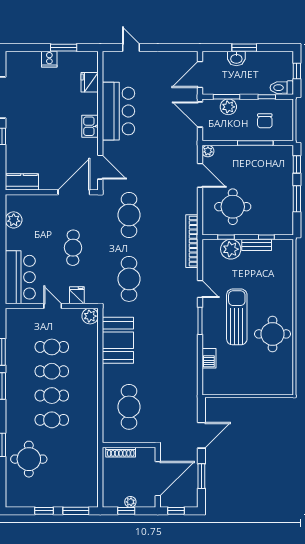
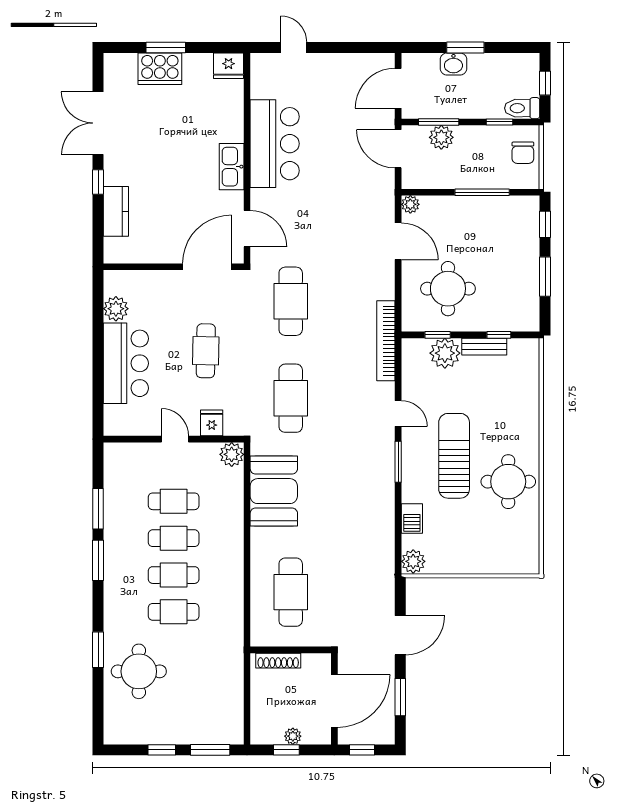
window: (64, 48) -> (166, 47), moved
cooker: (49, 59) -> (160, 69), width x1.87, depth x1.31
fridge: (90, 82) -> (229, 66), moved, turned -90
chair: (265, 121) -> (523, 153), moved
kitchen sink: (90, 126) -> (232, 167), width x1.38
kitchen counter: (22, 182) -> (116, 211), moved, turned 90
bar counter: (20, 277) -> (126, 363), moved
plant: (210, 387) -> (413, 561), added

